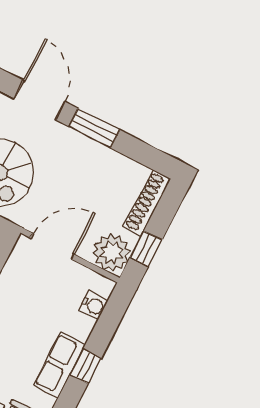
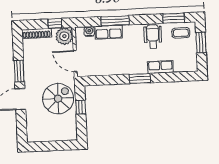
row of seats: (59, 365) -> (109, 32), moved
window: (86, 366) -> (115, 21), width x2.17

